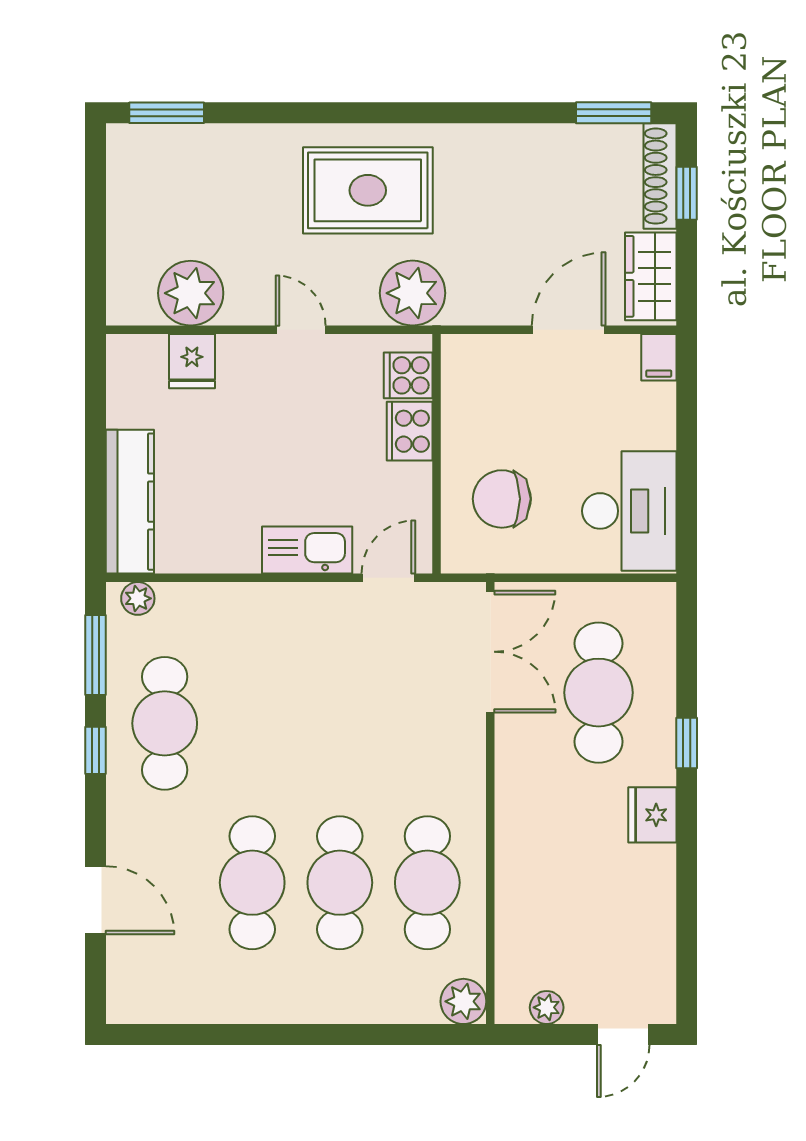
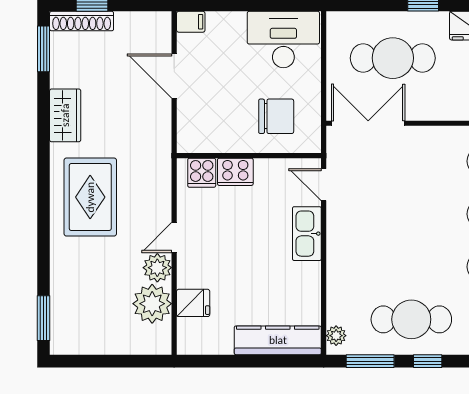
wardrobe: (651, 276) -> (65, 115), moved, turned -90
plant: (413, 293) -> (157, 268), moved, width x0.73, depth x0.73
chair: (502, 499) -> (276, 116), turned -90

